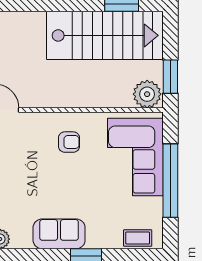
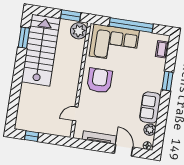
armchair: (69, 142) -> (100, 81), width x1.88, depth x1.88
sofa: (59, 234) -> (150, 107), moved

